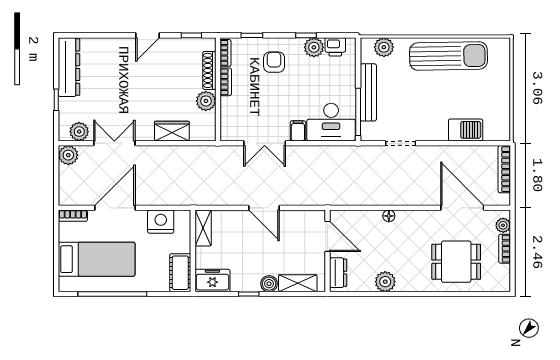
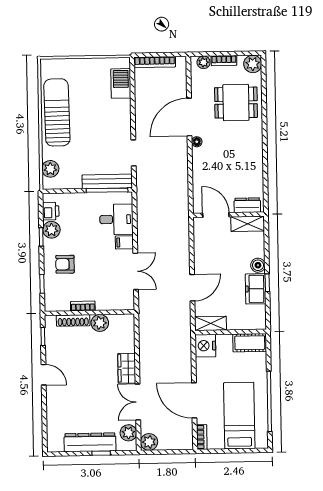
bookcase: (226, 53) -> (58, 307), removed
dresser: (69, 67) -> (90, 442), moved
bench: (368, 92) -> (107, 181), moved
desk: (331, 122) -> (116, 219), width x0.73
barbecue: (466, 130) -> (121, 83), moved
wardrobe: (172, 131) -> (127, 368), moved
door: (264, 208) -> (192, 288), moved
door: (462, 208) -> (189, 117), moved
floor lamp: (389, 216) -> (197, 142), moved
nightstand: (161, 222) -> (205, 346), moved
door: (328, 236) -> (216, 215), hinge flipped
dining table: (456, 262) -> (236, 103), turned 90
freezer: (212, 281) -> (256, 289), moved
plant: (385, 282) -> (253, 64), moved
shelving: (298, 283) -> (248, 224), moved, turned 90

